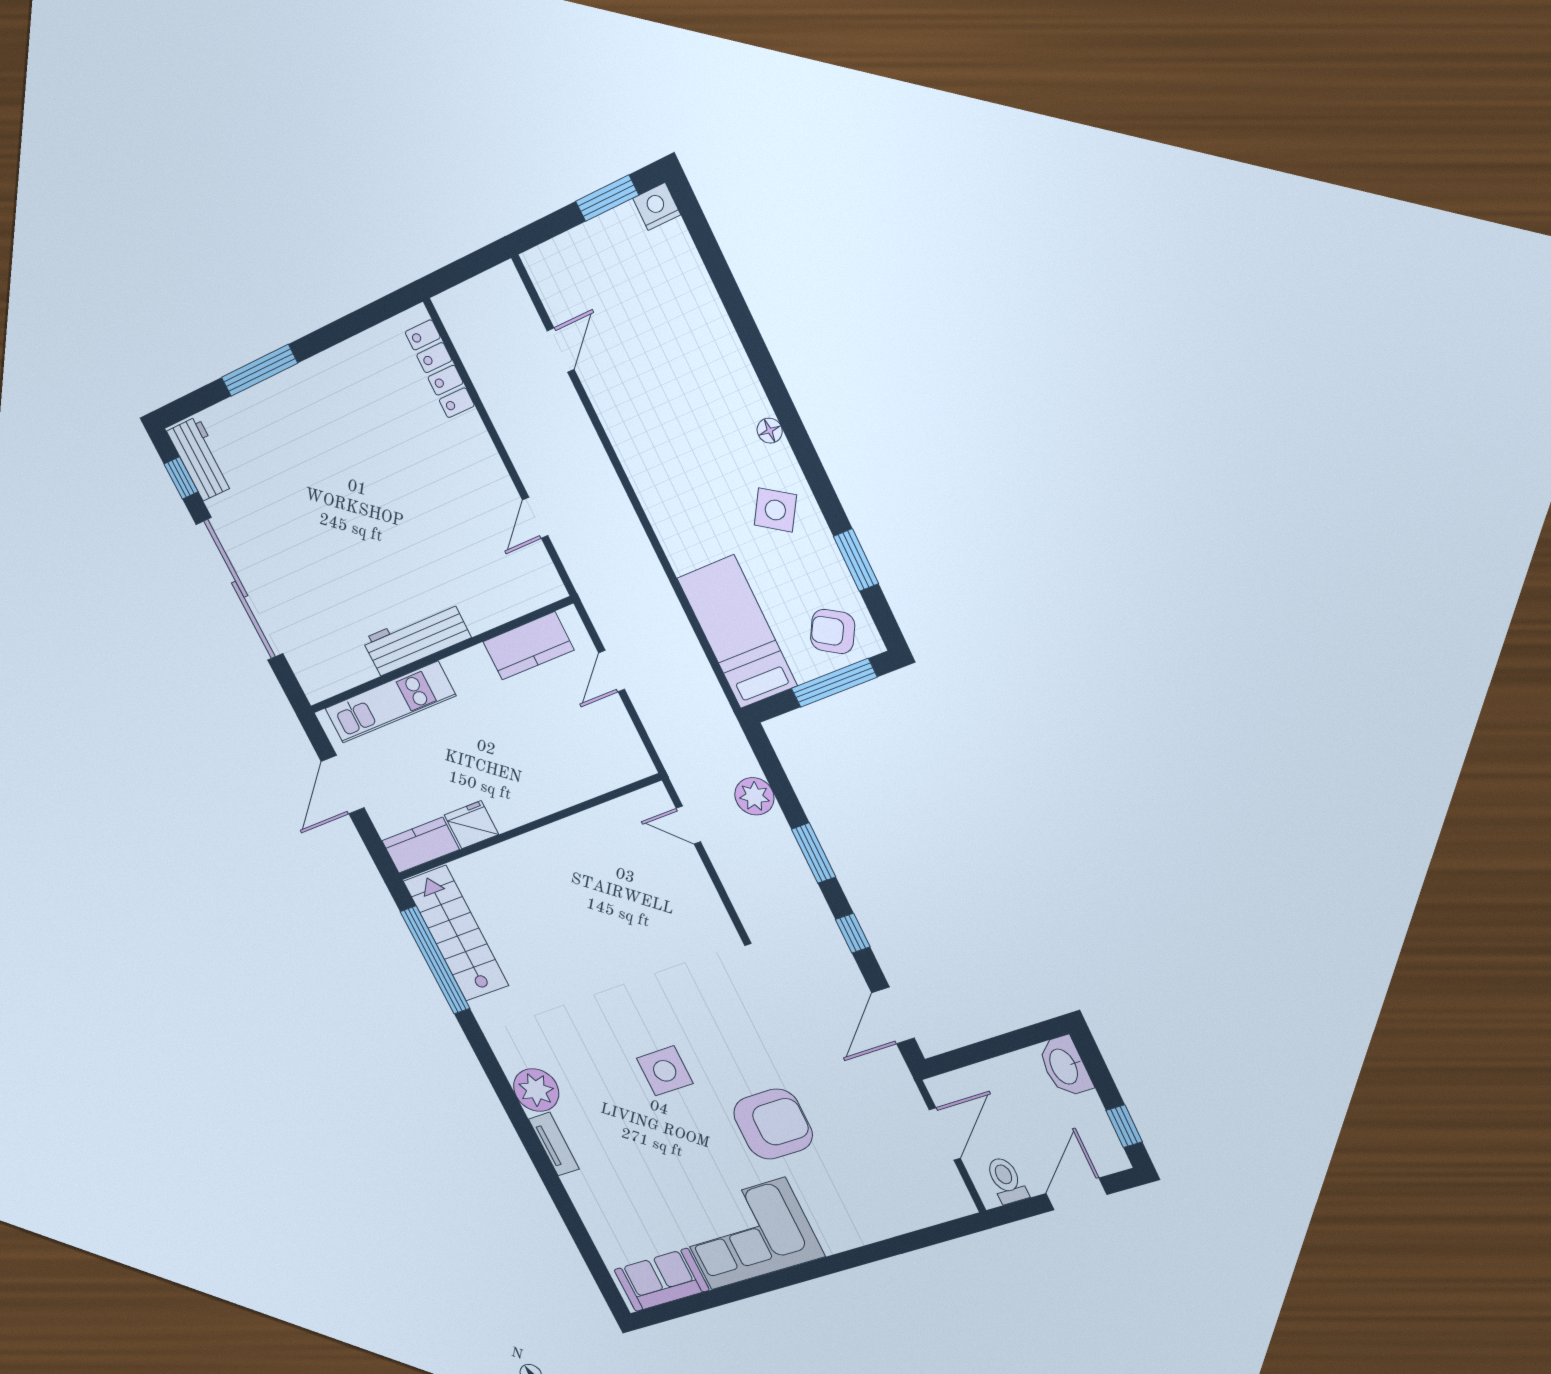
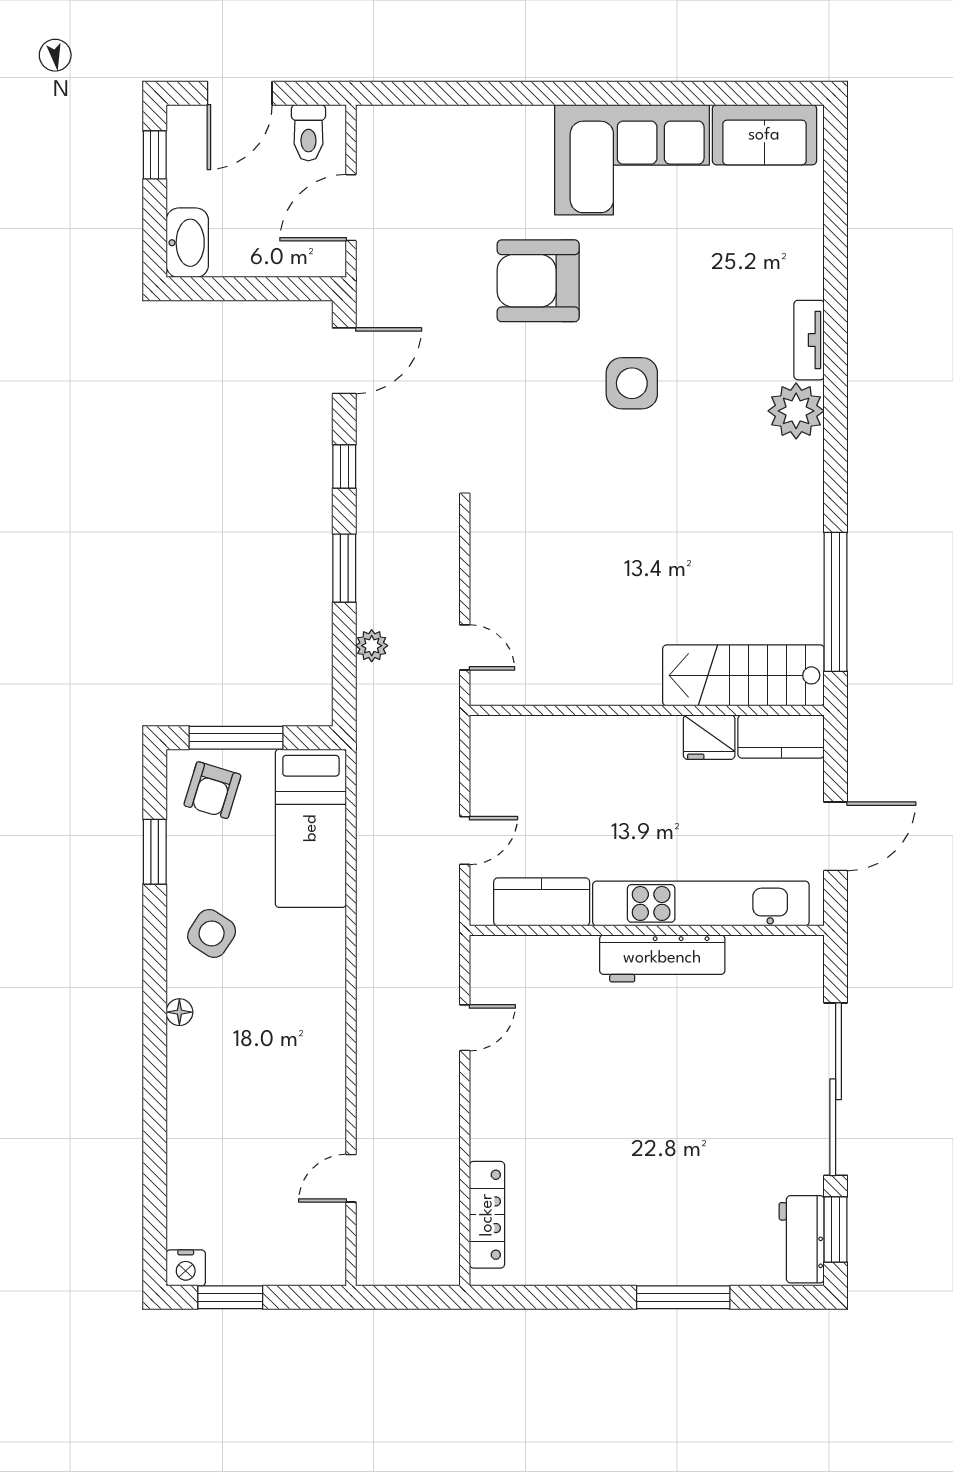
window: (181, 478) -> (836, 1230), width x1.50
armchair: (833, 632) -> (212, 790), turned 76
kitchen unit: (390, 702) -> (701, 903), width x1.36
plant: (754, 796) -> (372, 646), width x0.73, depth x0.73
stairs: (456, 933) -> (743, 675), moved, turned 90

